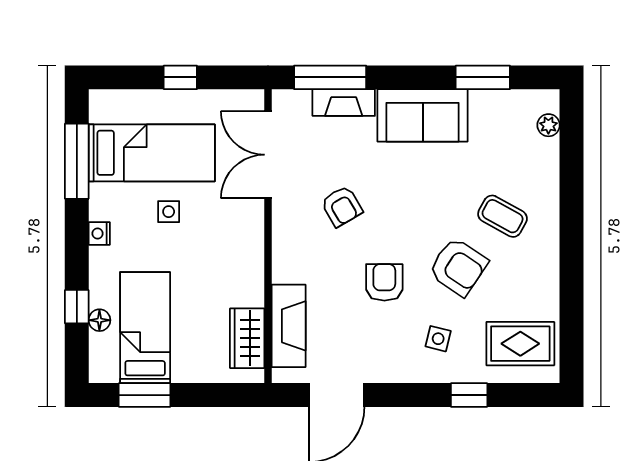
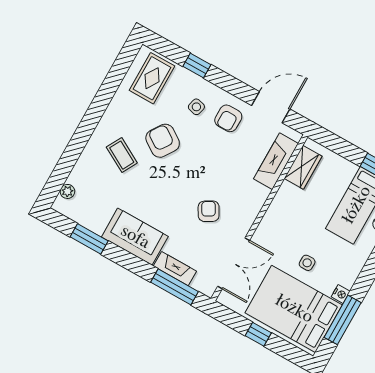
bed: (152, 153) -> (294, 309), width x1.50
nightstand: (99, 233) -> (341, 294), moved
armchair: (384, 282) -> (228, 118), moved
rug: (520, 344) -> (152, 78), turned 90

